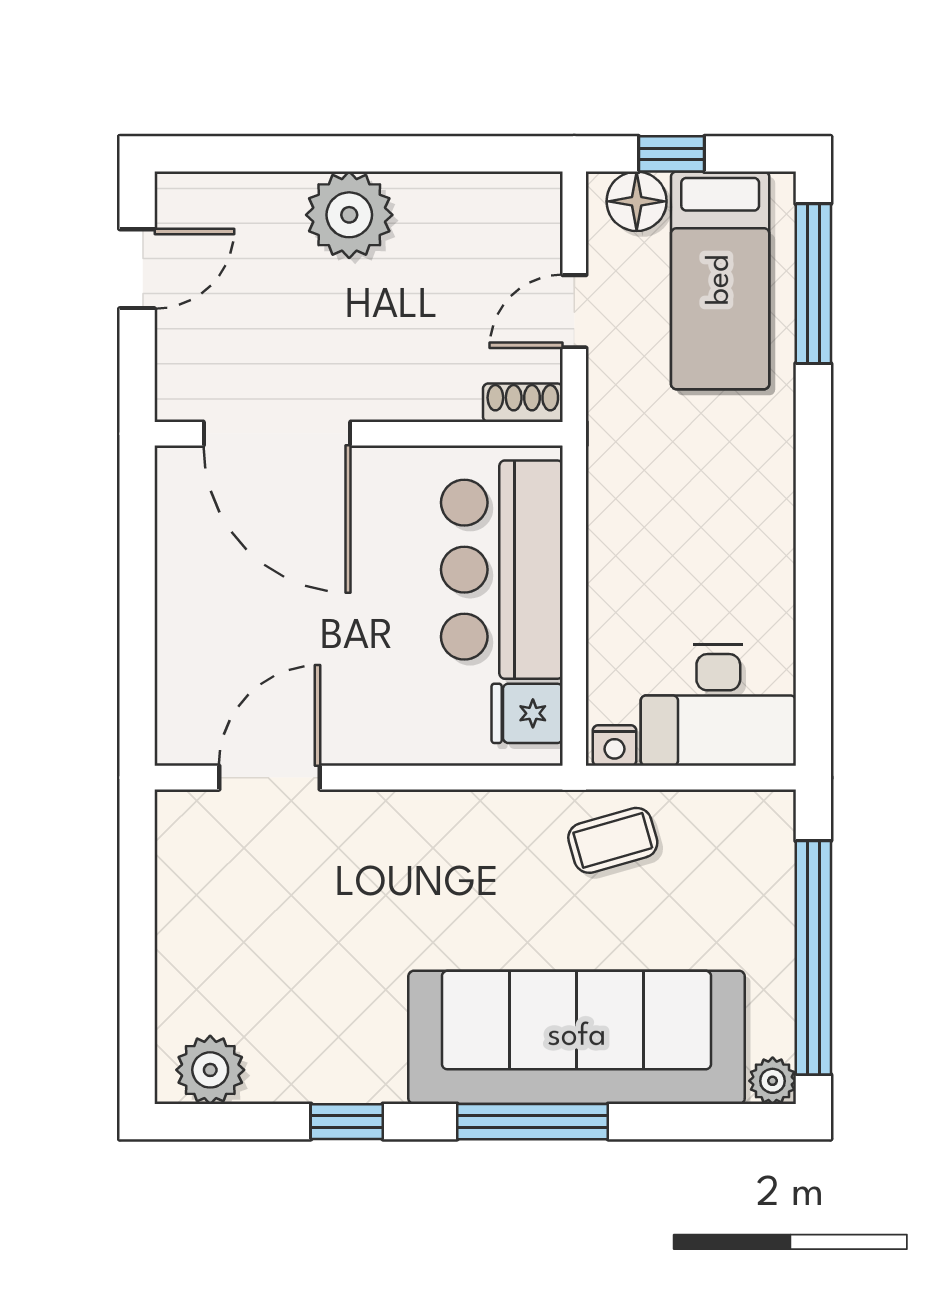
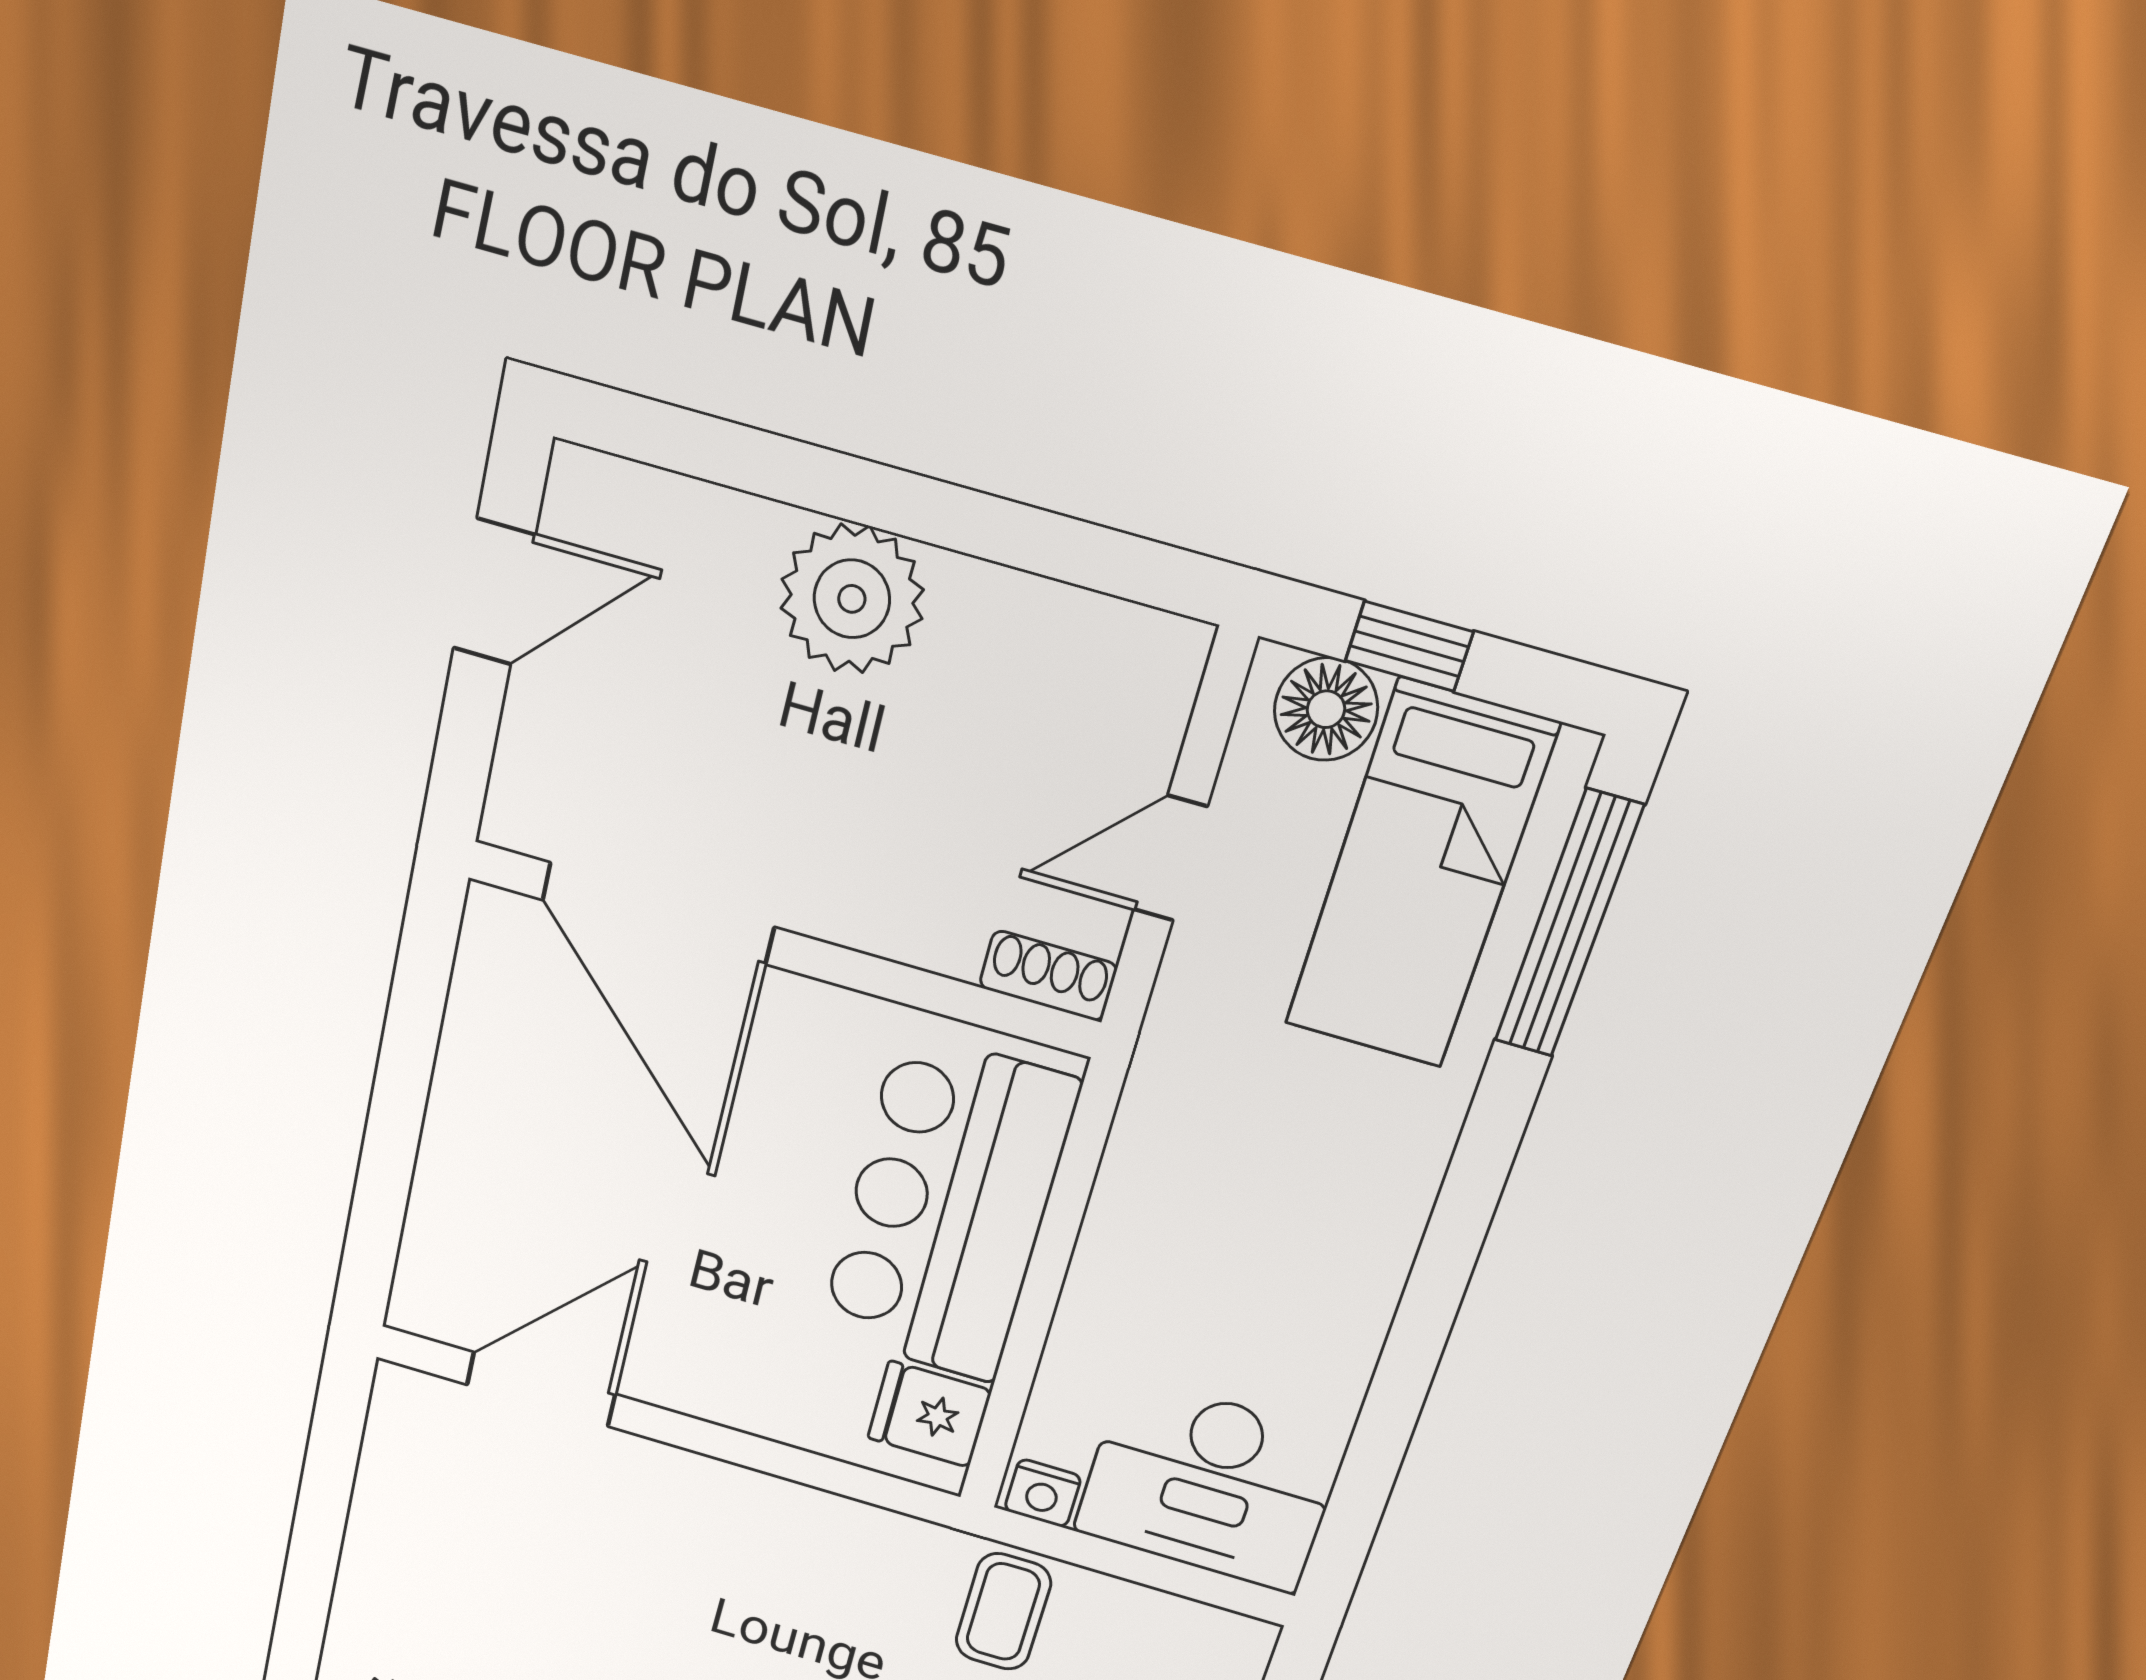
coffee table: (613, 840) -> (1003, 1612), turned -74

